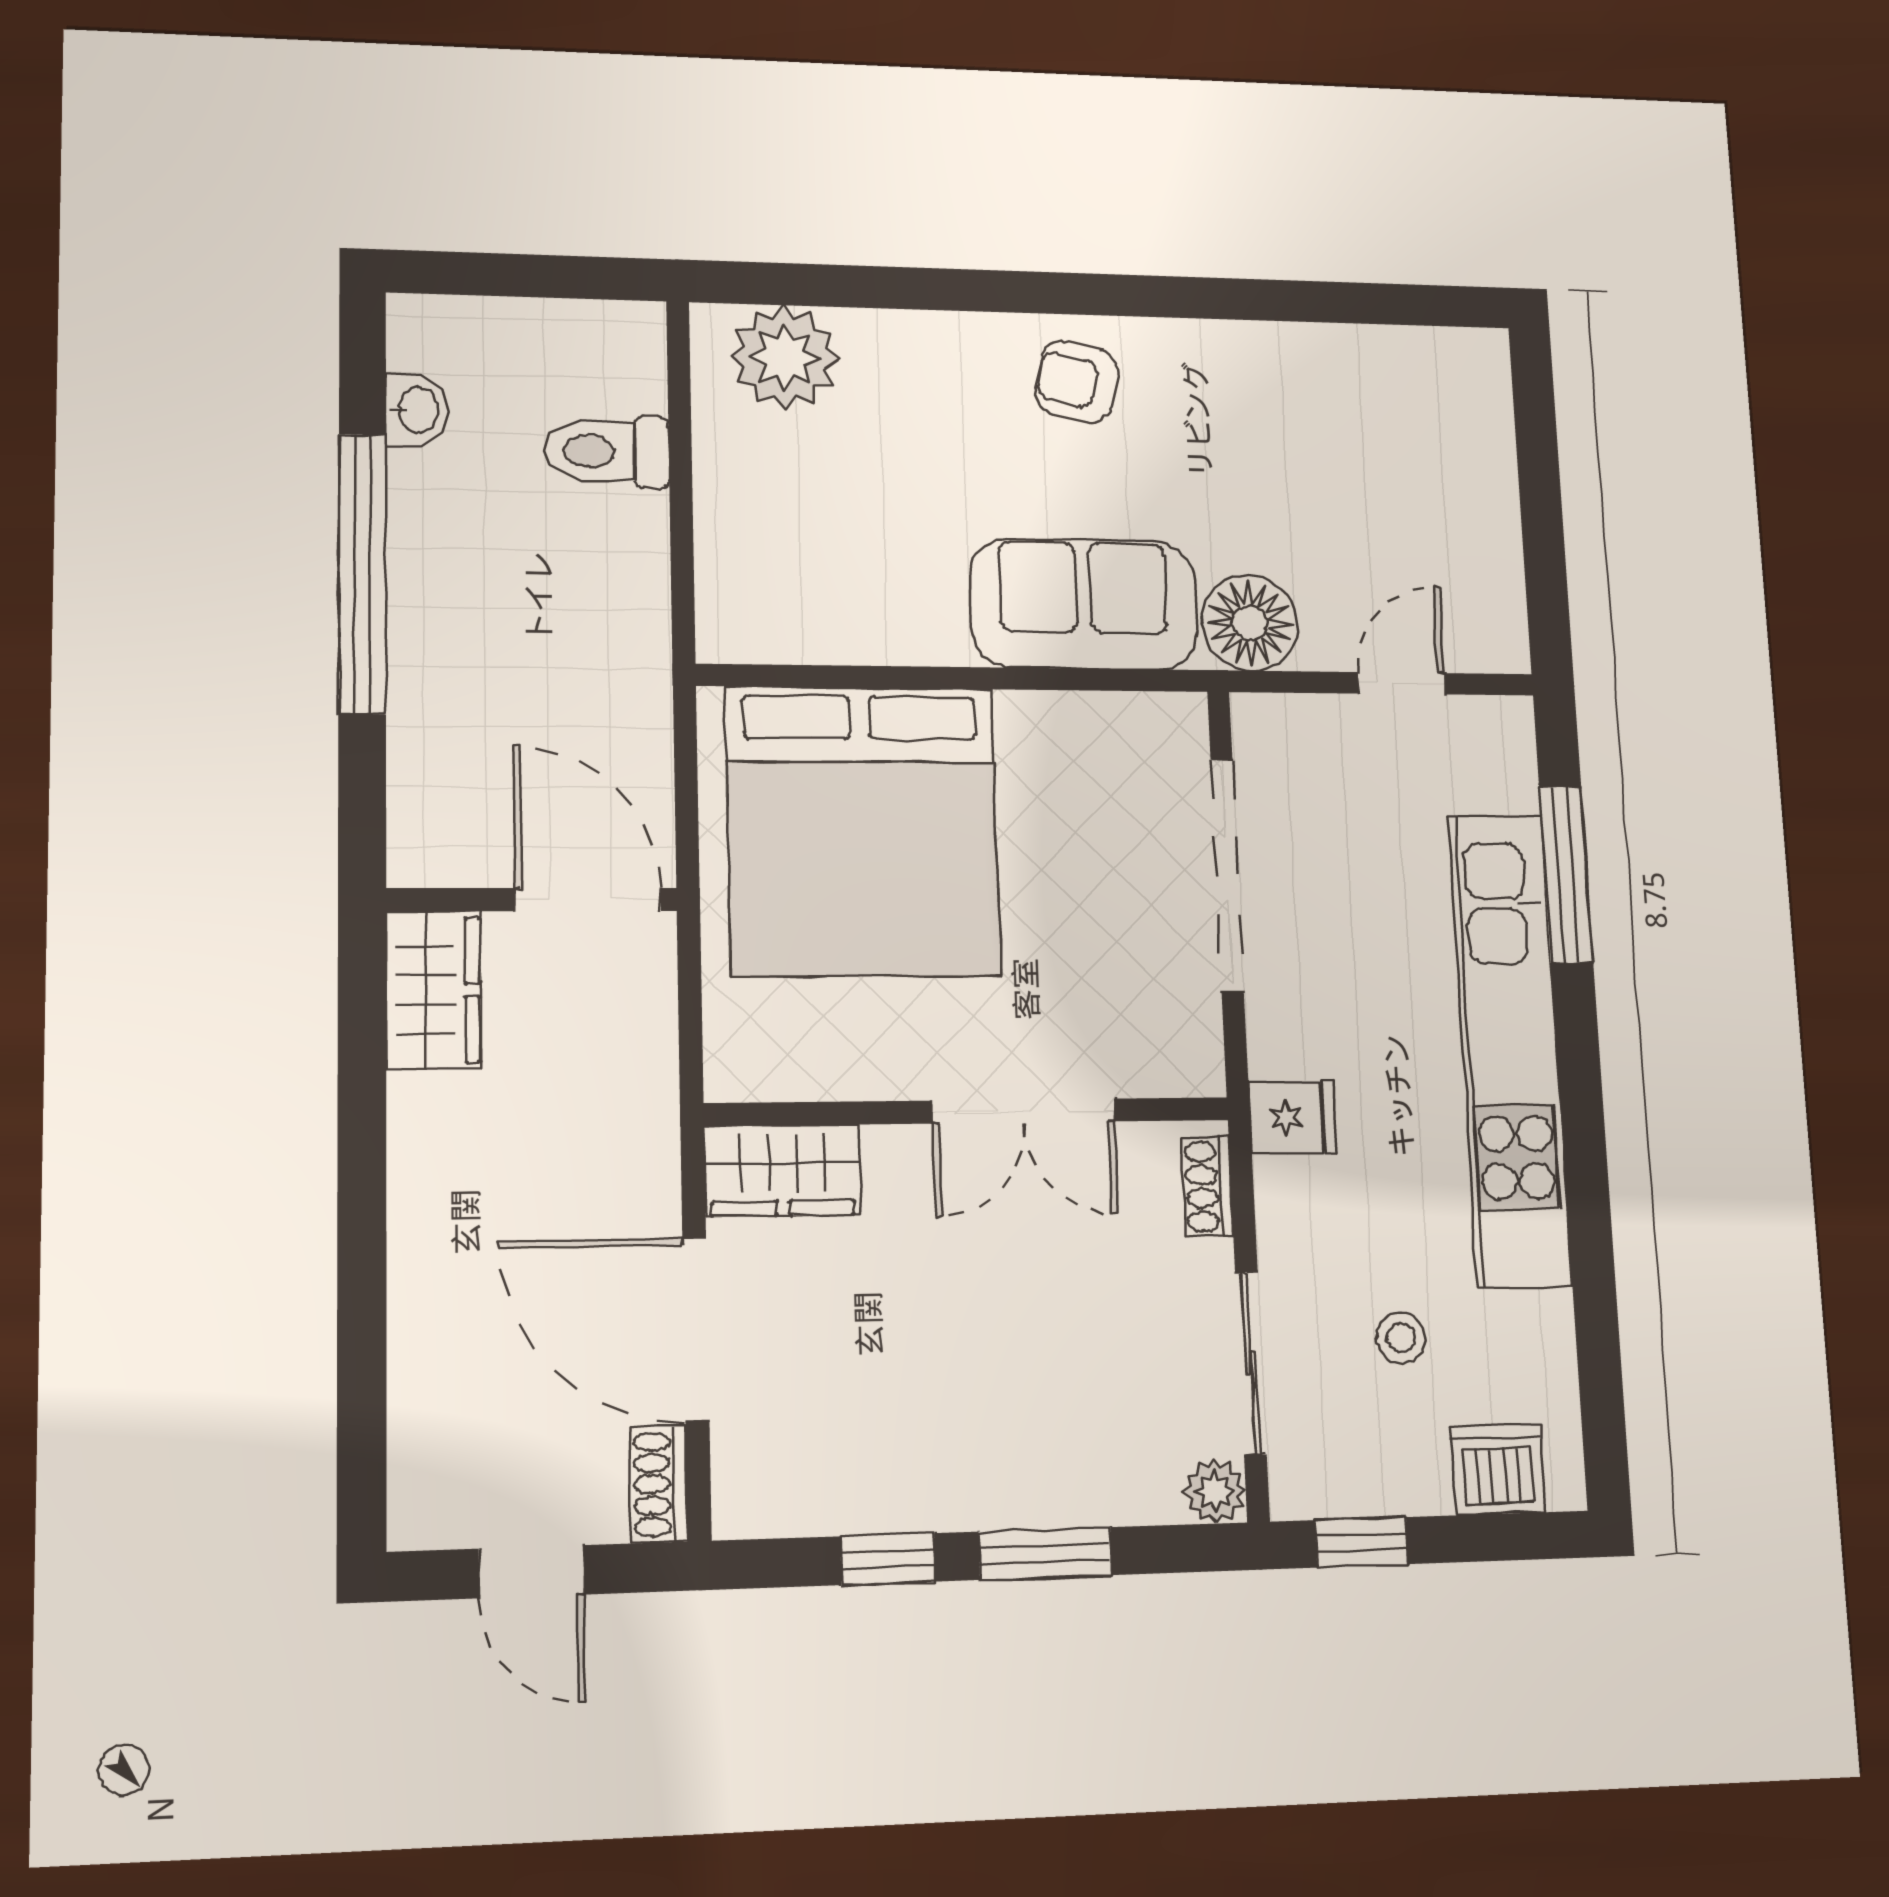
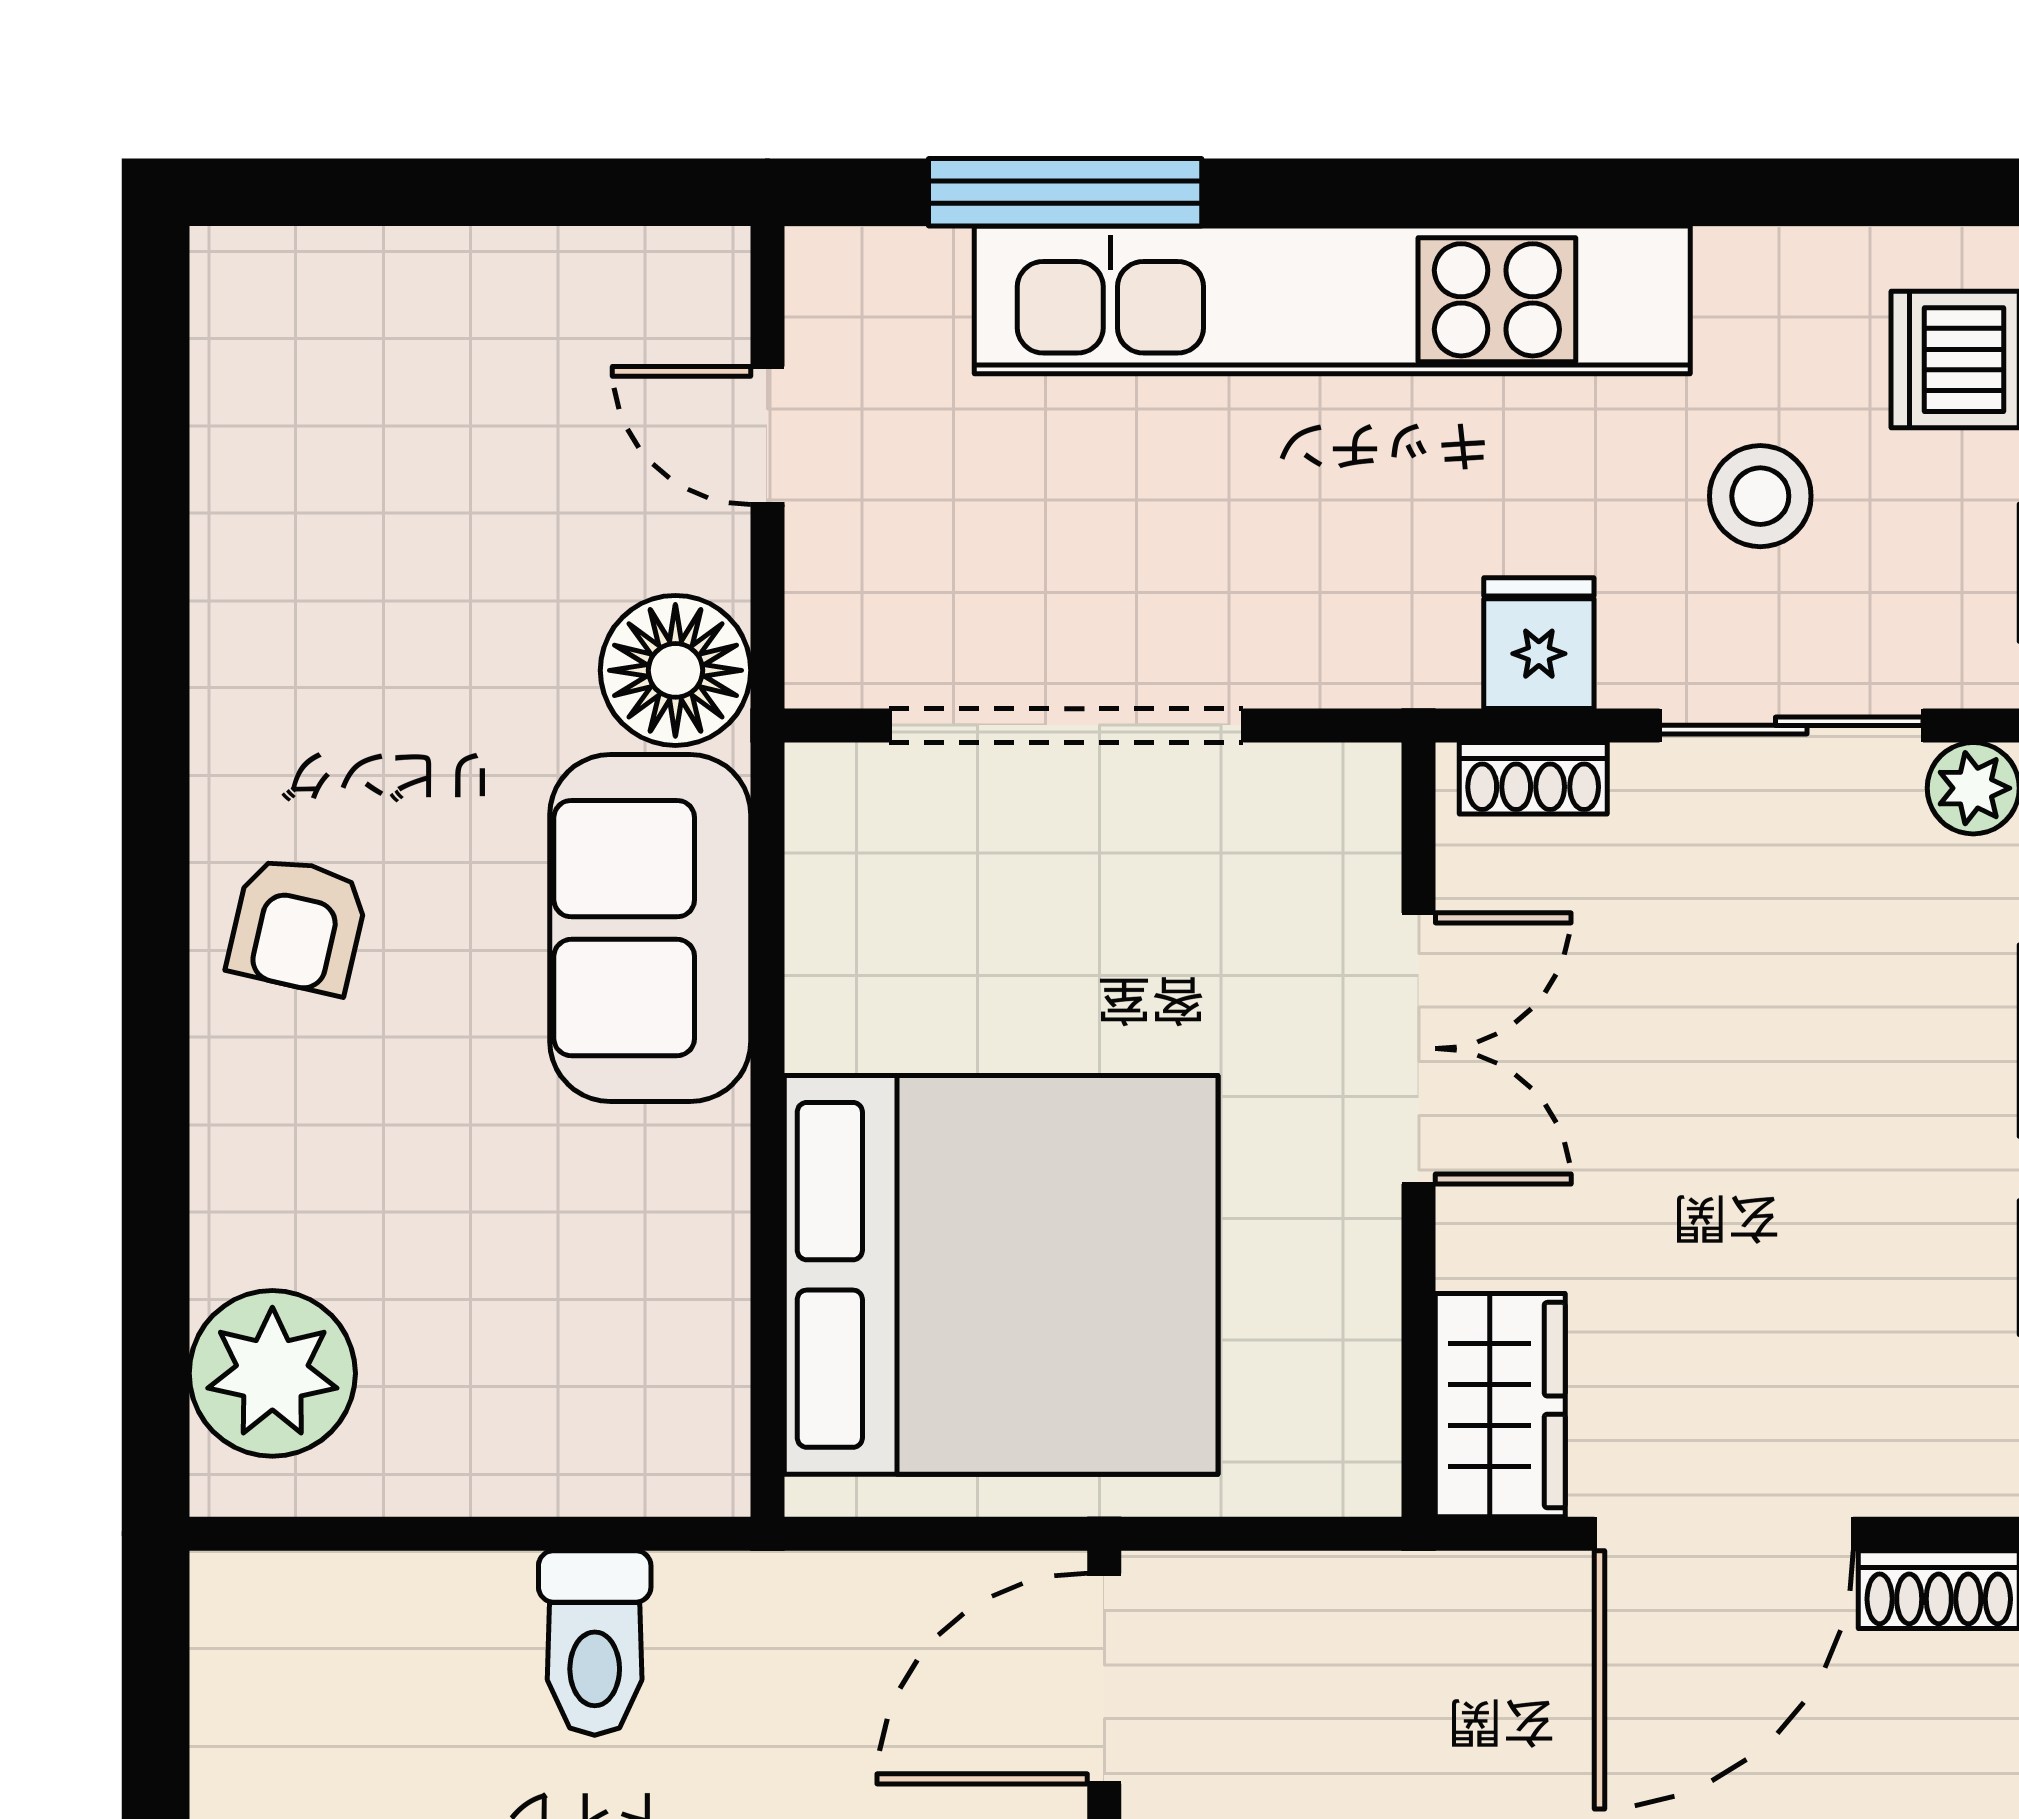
toilet: (607, 451) -> (595, 1643), moved
fridge: (1293, 1117) -> (1539, 643), moved
stool: (1401, 1338) -> (1760, 496), width x1.37, depth x1.37

